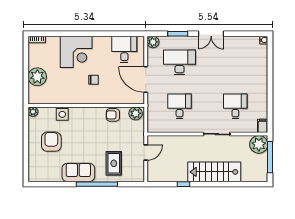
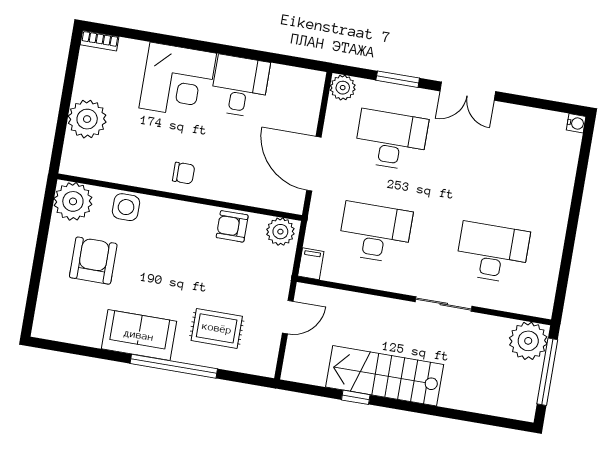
desk: (124, 49) -> (240, 86), moved
chair: (93, 80) -> (184, 173), moved
desk: (179, 106) -> (375, 232), width x1.37
desk: (235, 106) -> (493, 253), width x1.37
plant: (33, 112) -> (73, 201), width x1.88, depth x1.88
filing cabinet: (263, 126) -> (311, 264), moved
rug: (114, 163) -> (217, 328), turned 90
stairs: (214, 172) -> (385, 376), moved

